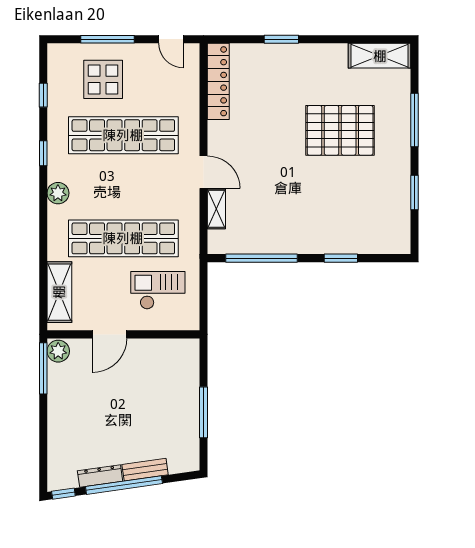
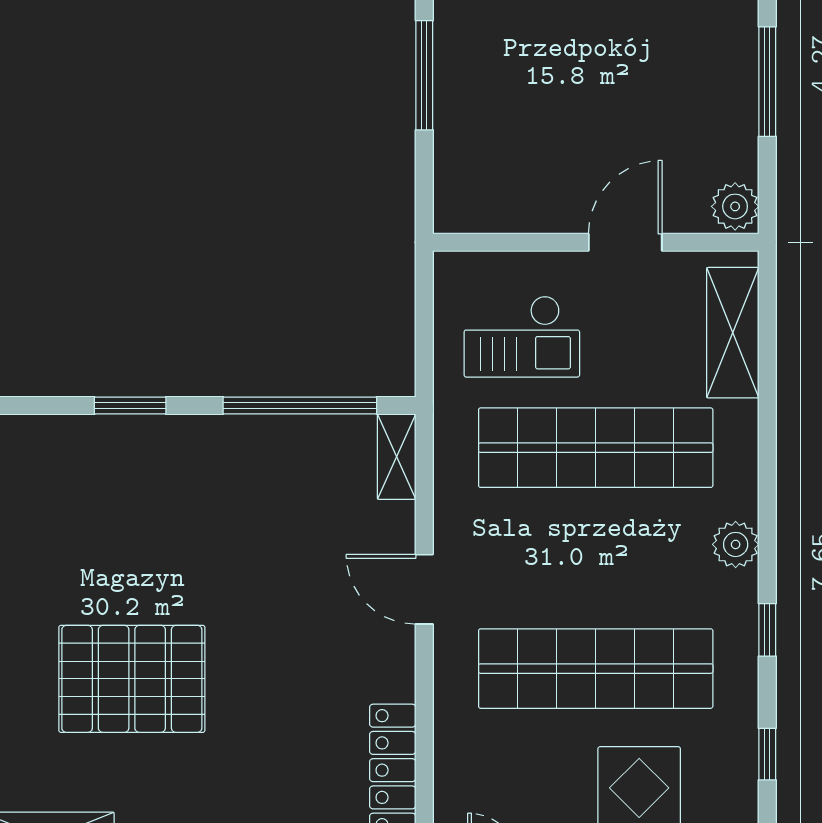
shelving: (216, 209) -> (397, 457), moved
window: (43, 368) -> (767, 82), moved

